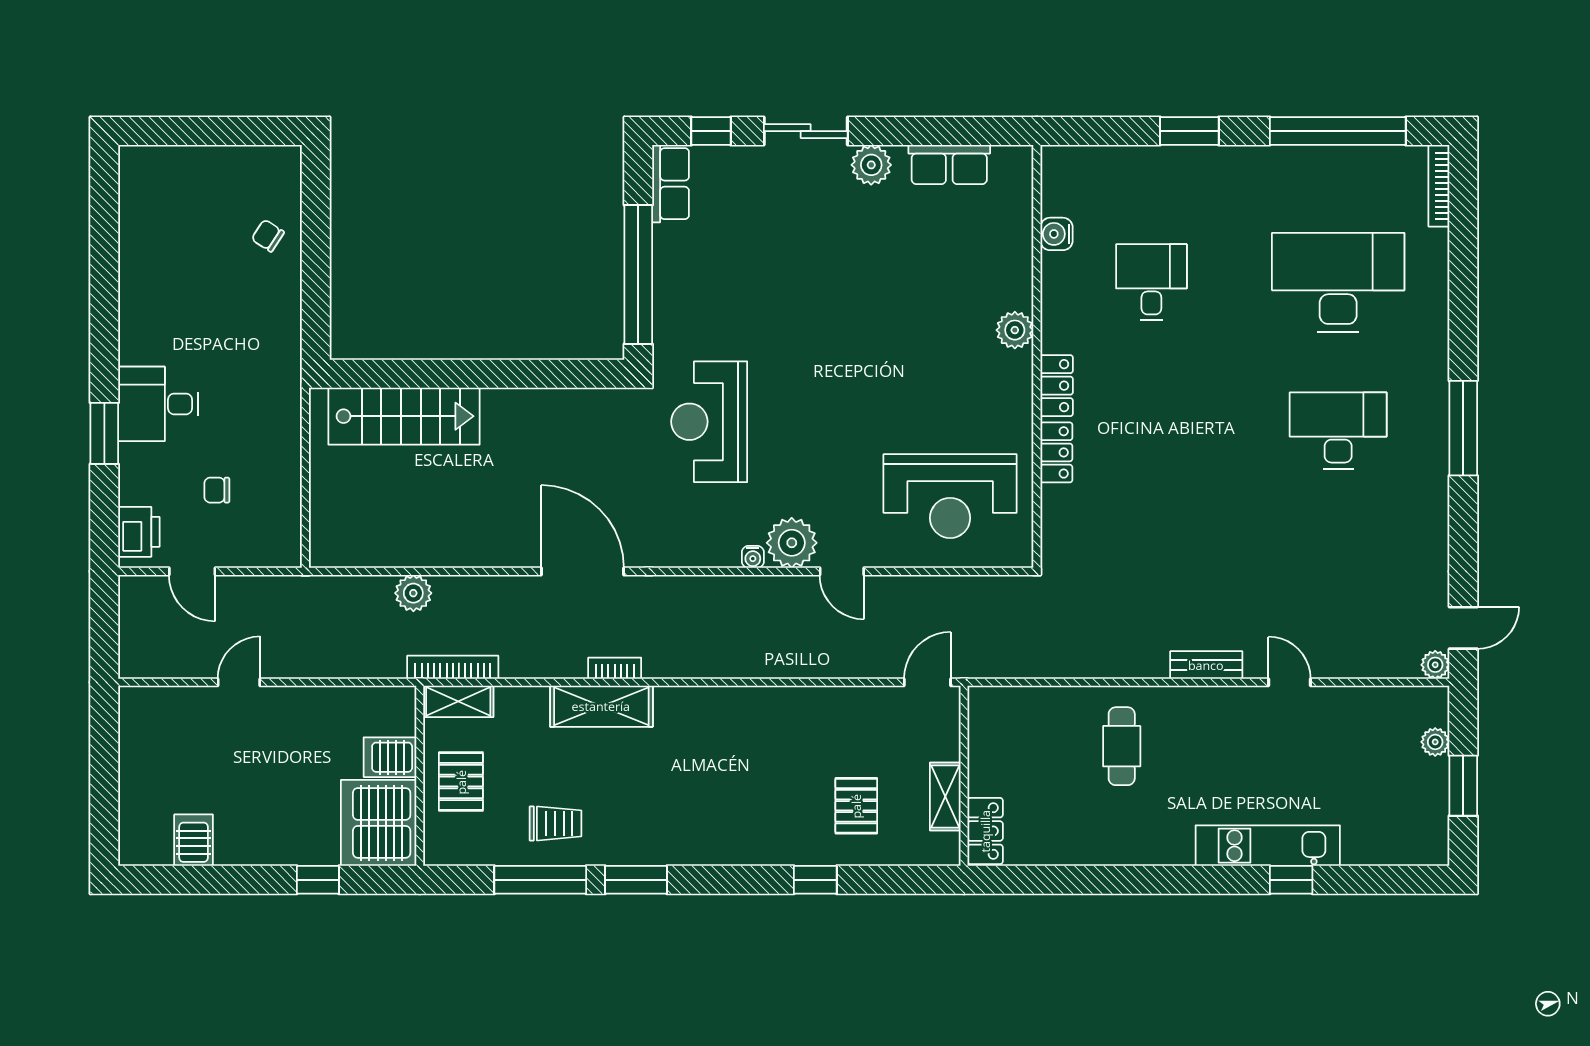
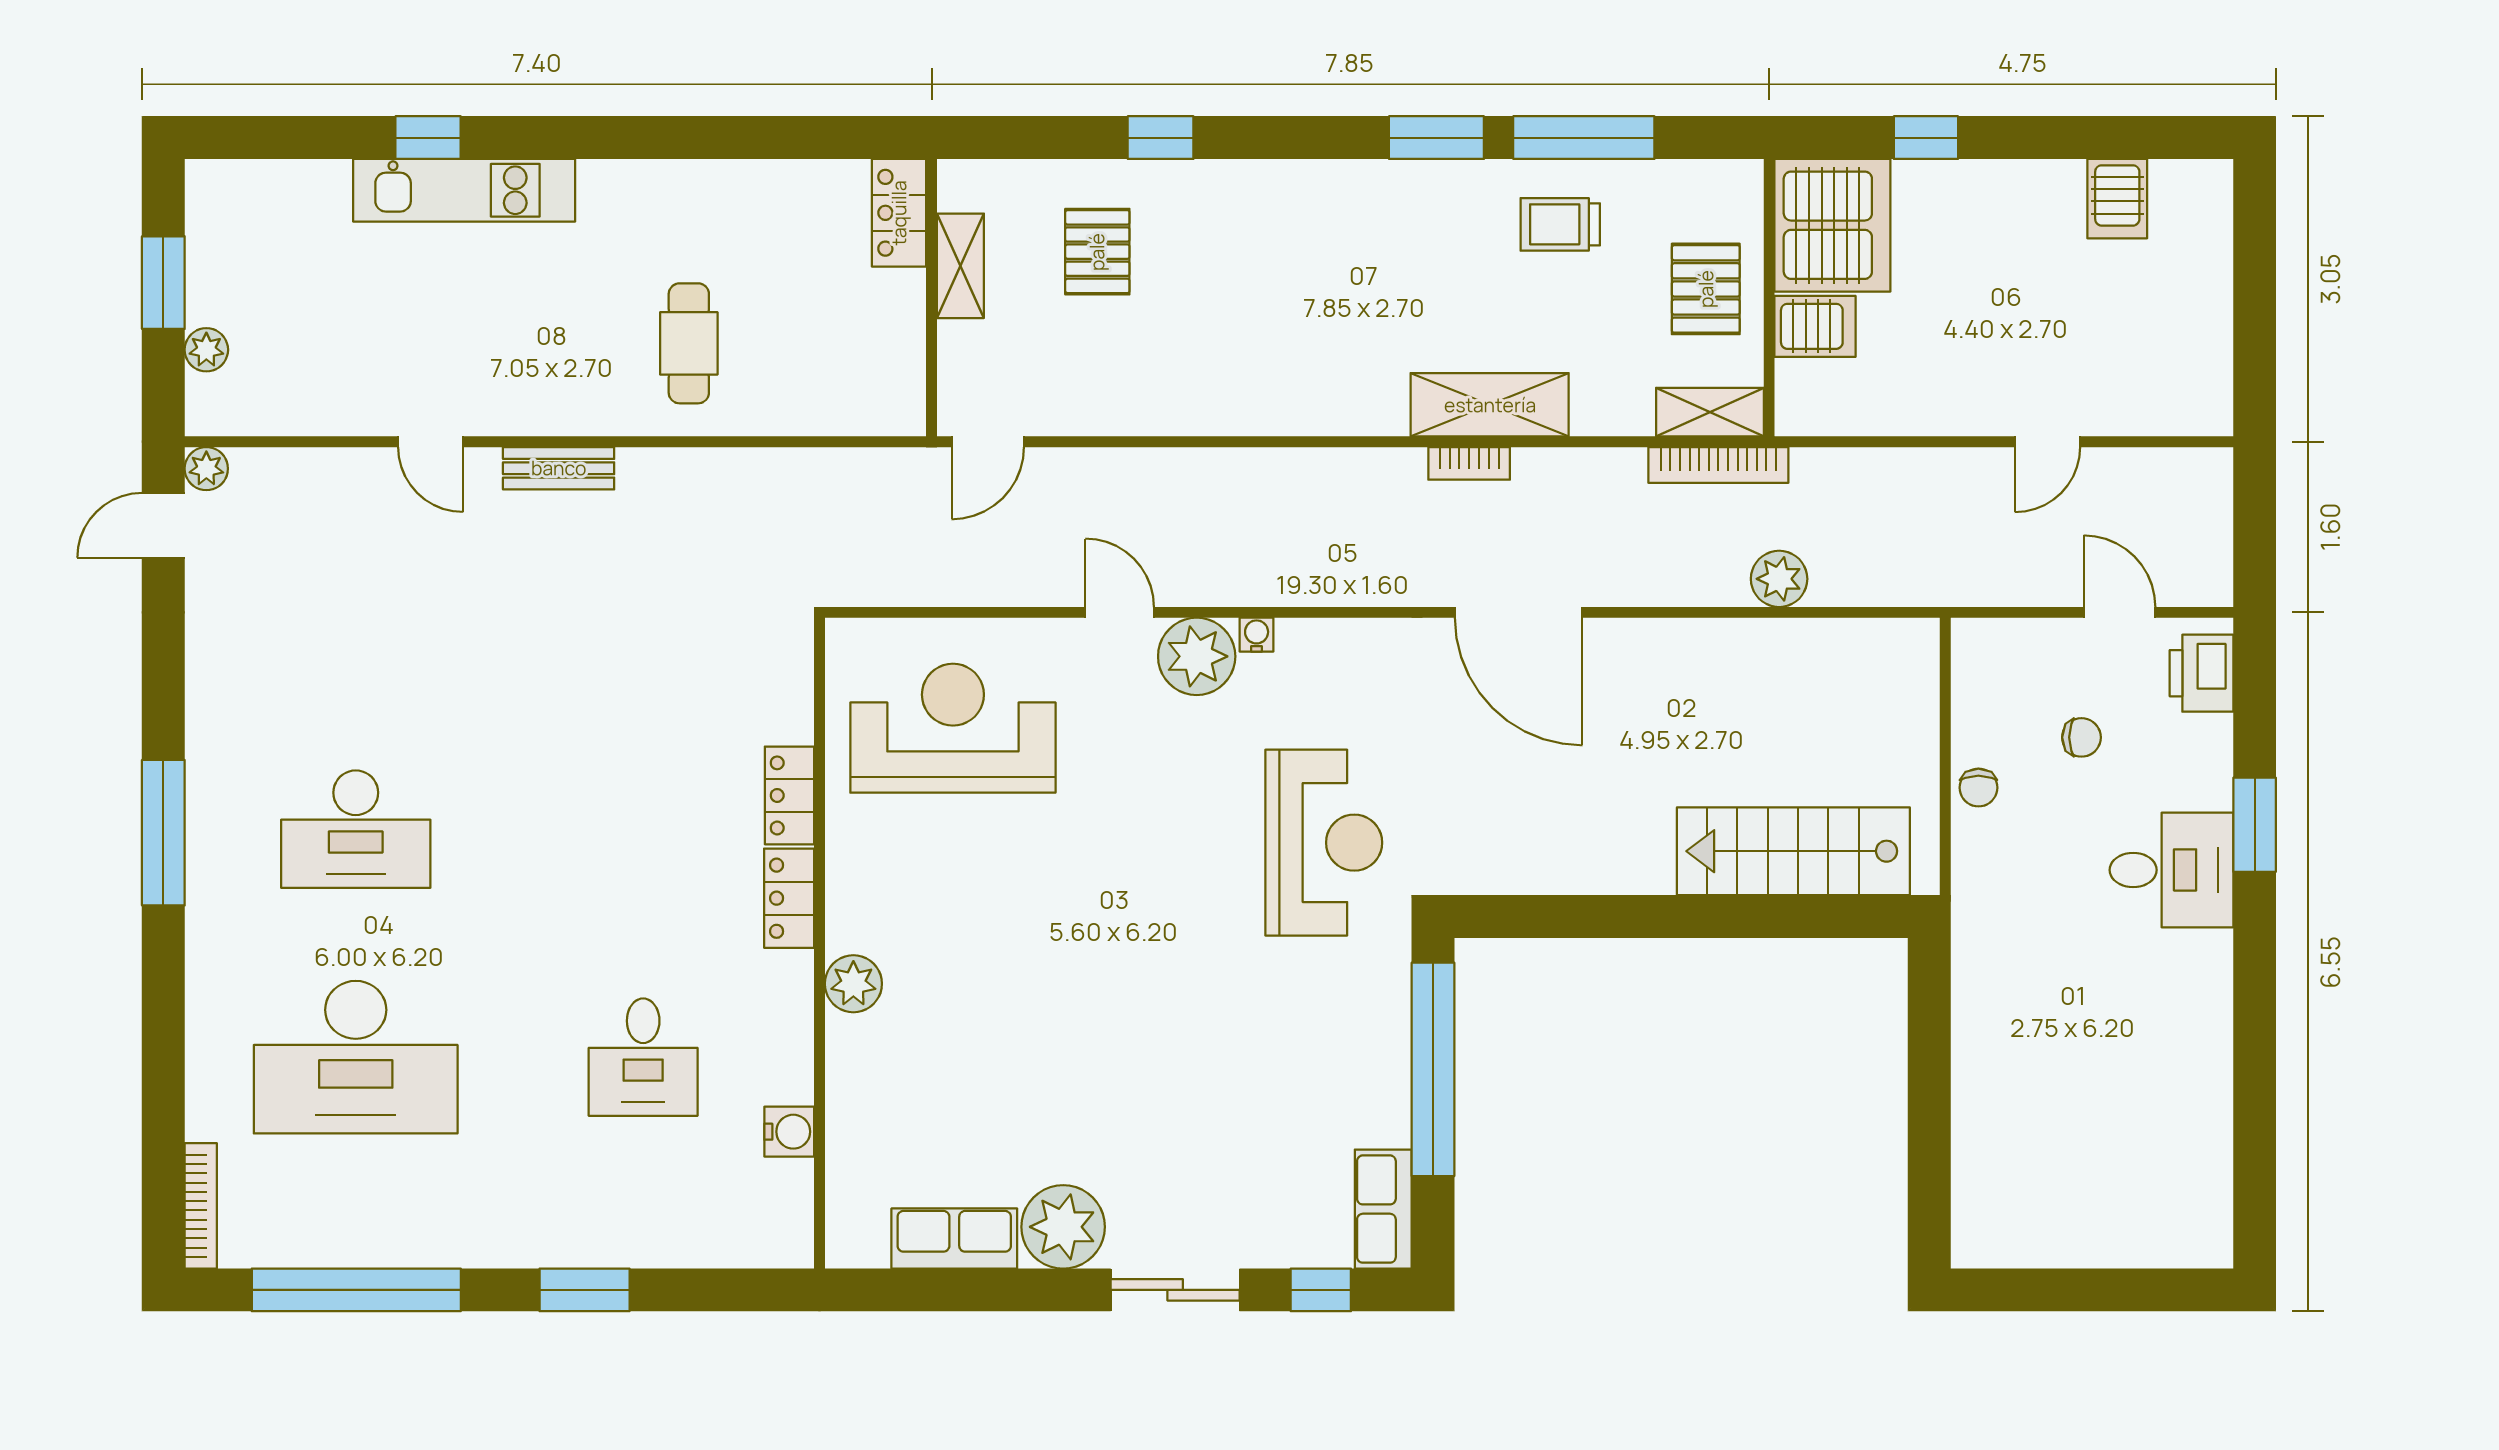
plant: (871, 165) -> (1063, 1227), width x1.36, depth x1.36
chair: (268, 236) -> (1978, 788), moved, turned 57

